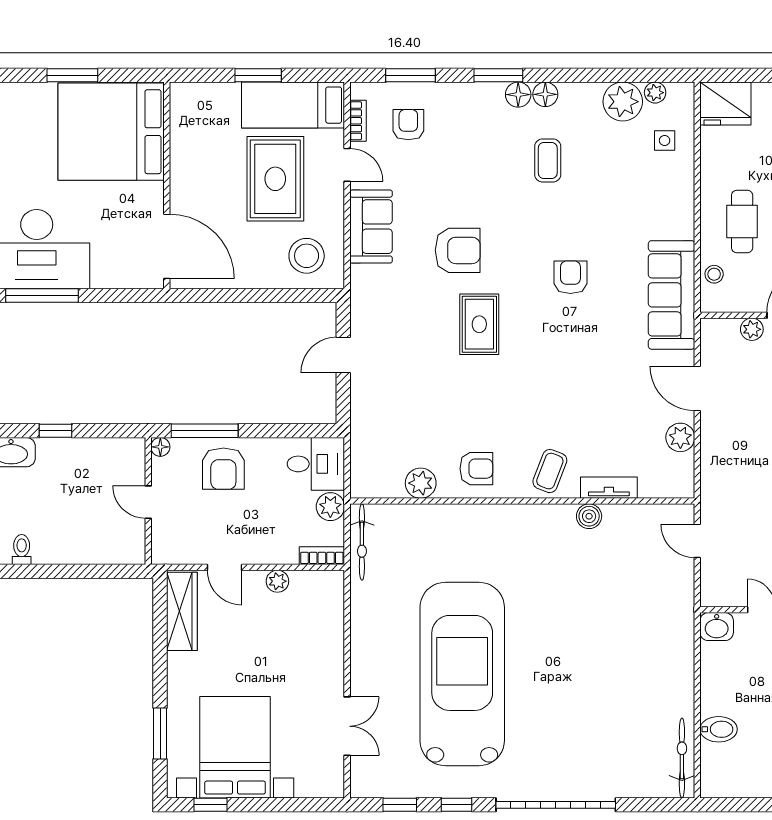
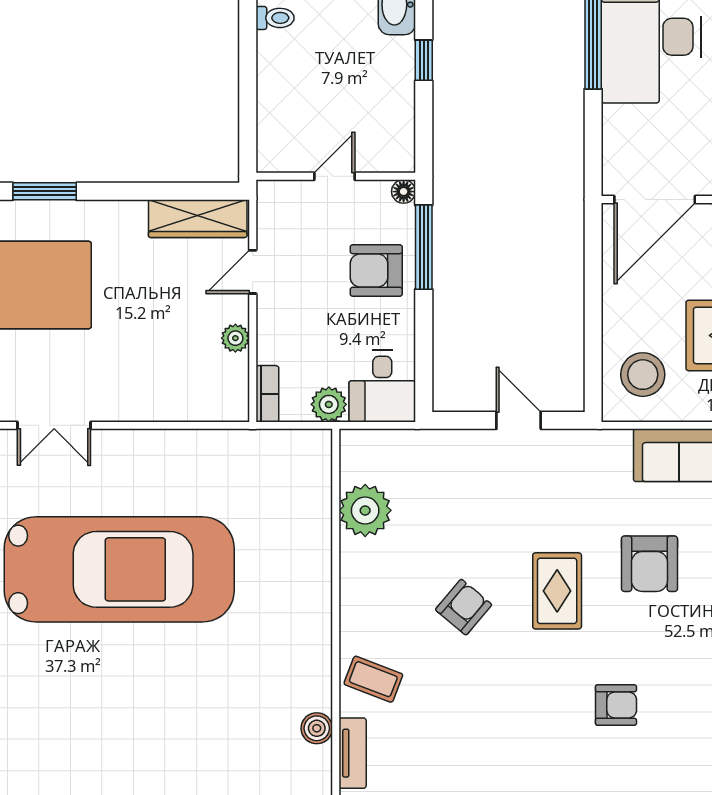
rug: (479, 324) -> (557, 591), turned 90
armchair: (476, 469) -> (464, 607), moved, turned -140
plant: (421, 483) -> (365, 510), width x1.36, depth x1.36
bicycle: (362, 542) -> (284, 444), removed

